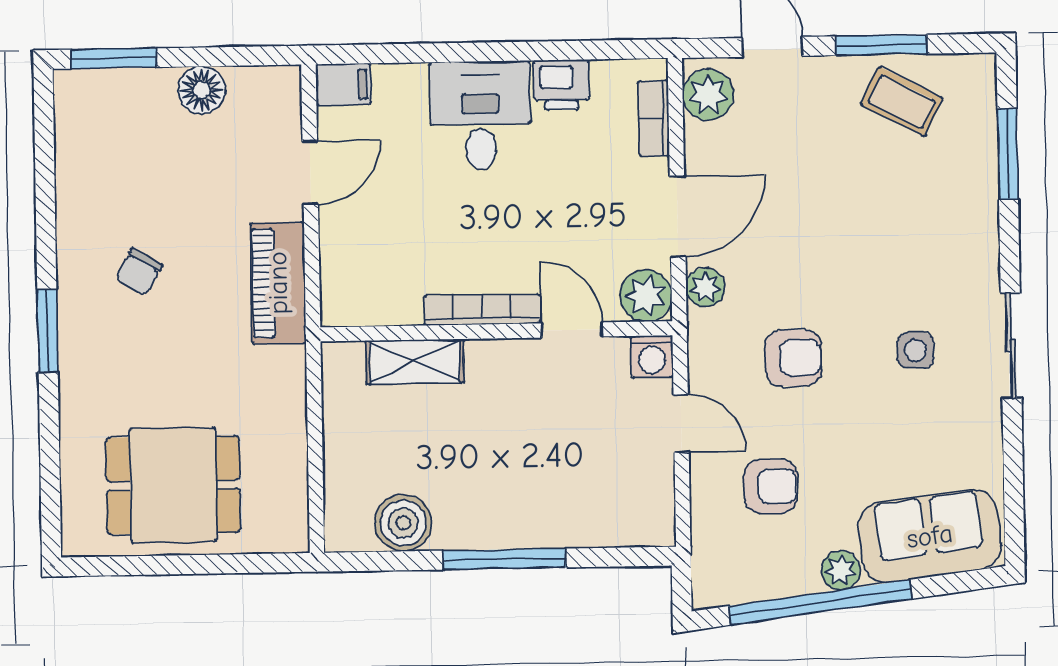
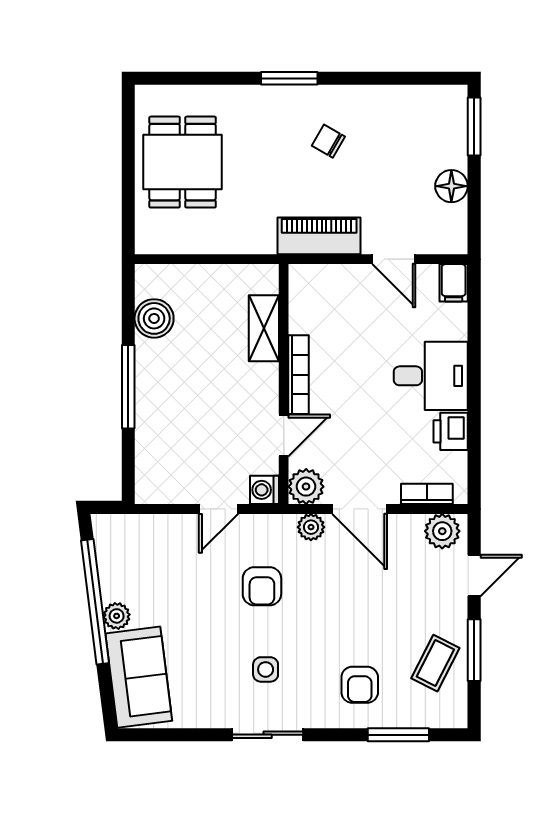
armchair: (771, 486) -> (360, 685), moved

